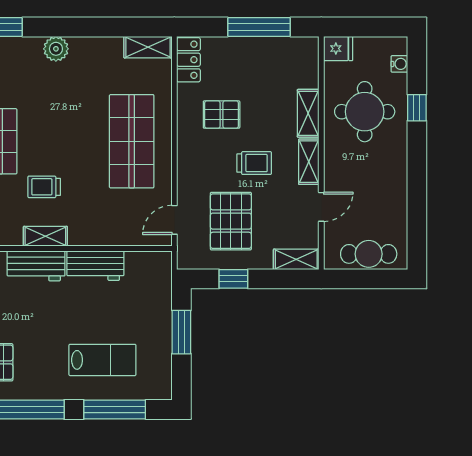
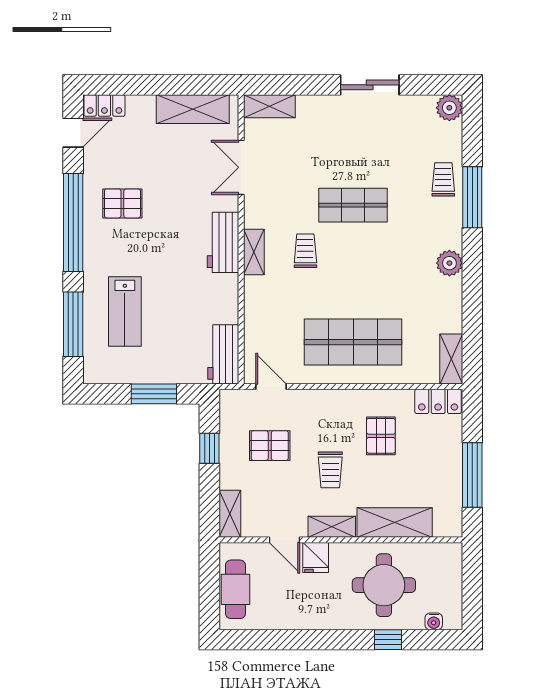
fridge: (338, 49) -> (316, 557), moved
shelving: (308, 113) -> (395, 522), width x1.50, depth x1.33
pallet: (231, 221) -> (270, 446), width x0.67, depth x0.71
workbench: (95, 266) -> (223, 354), moved

